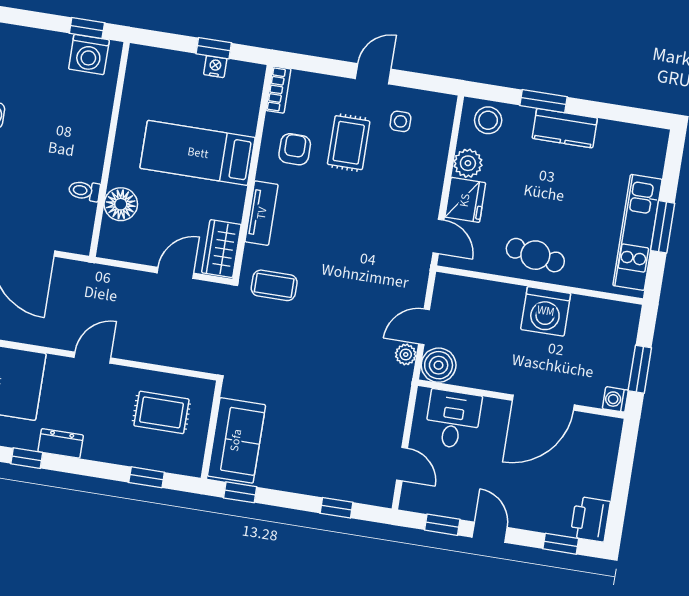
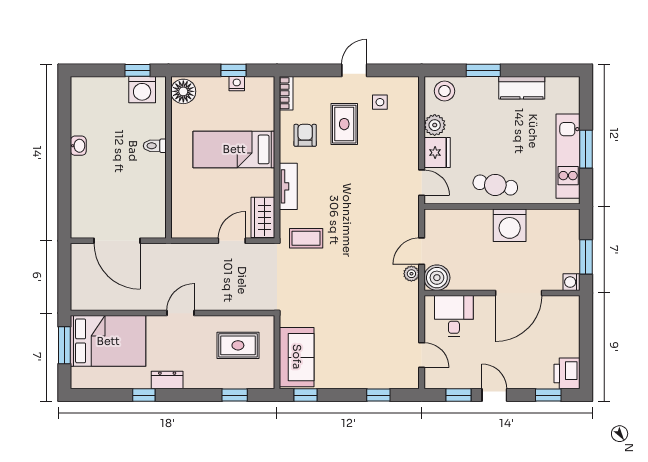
kitchen counter: (565, 128) -> (522, 88), moved
toilet: (84, 191) -> (155, 146), moved
floor lamp: (121, 204) -> (183, 91), moved

